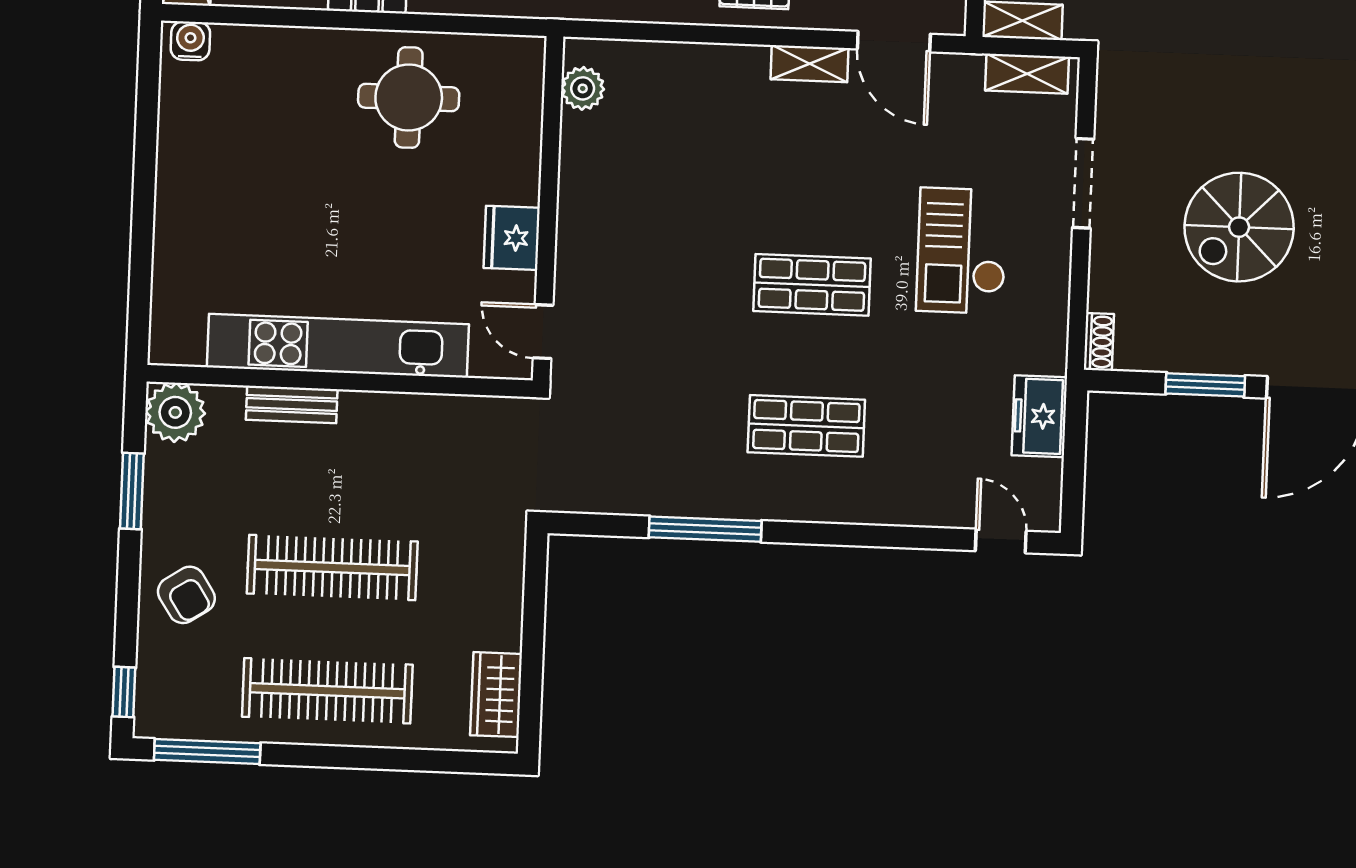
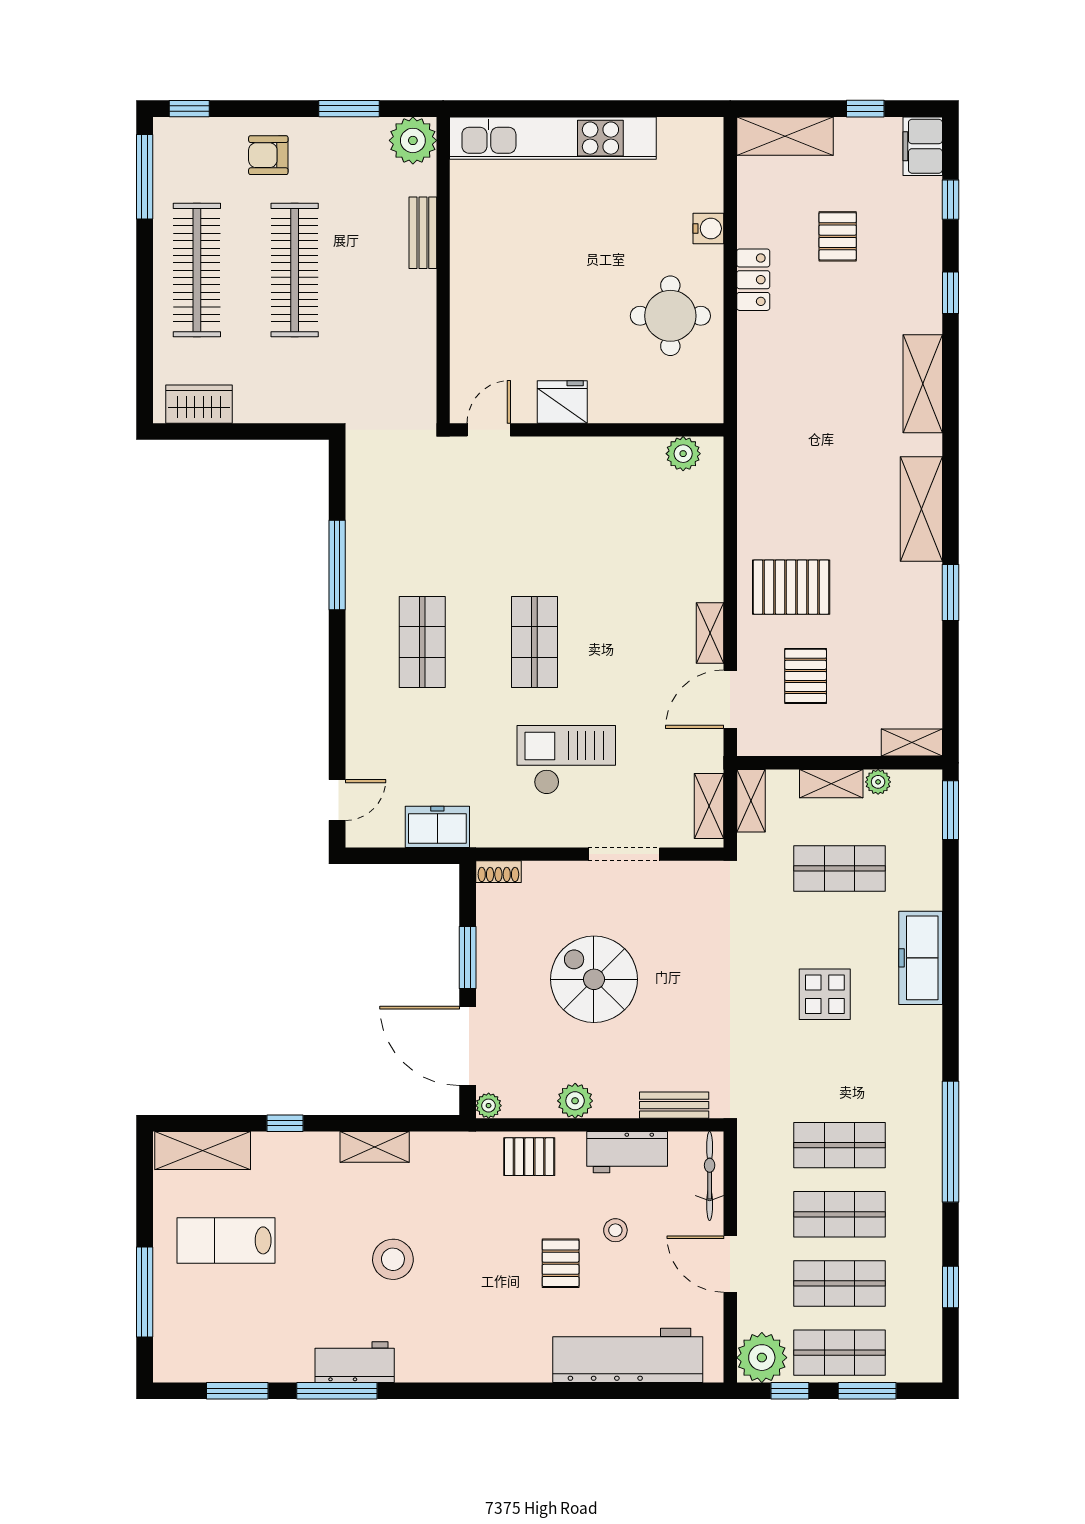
water cooler: (190, 41) -> (708, 229), moved
kitchen unit: (338, 346) -> (553, 138), moved, turned 90
armchair: (186, 595) -> (268, 155), turned 33

